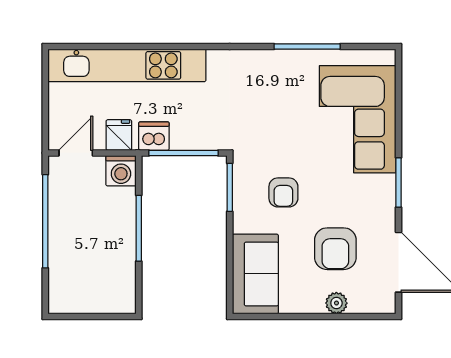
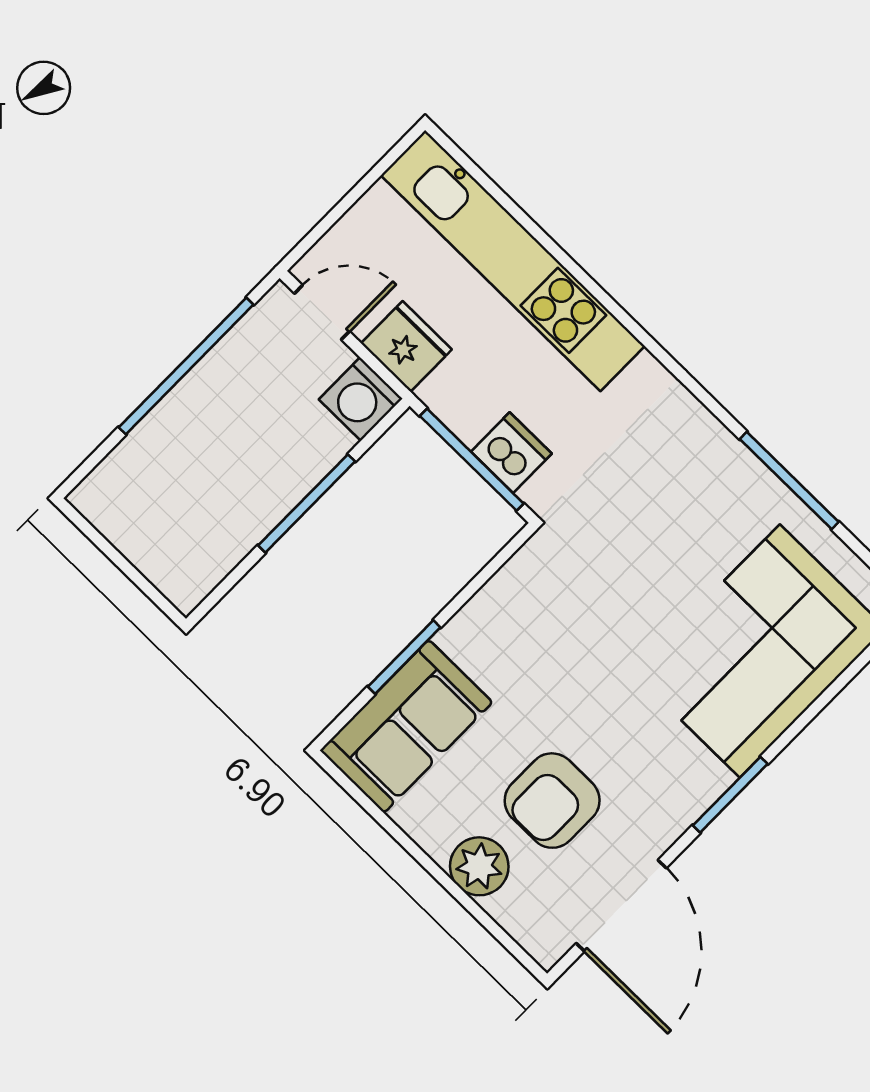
fridge: (119, 135) -> (406, 346), width x1.38
dishwasher: (154, 136) -> (511, 453), moved
window: (230, 187) -> (404, 657), moved
armchair: (283, 192) -> (557, 651), removed
plant: (336, 303) -> (479, 866), width x1.38, depth x1.38

